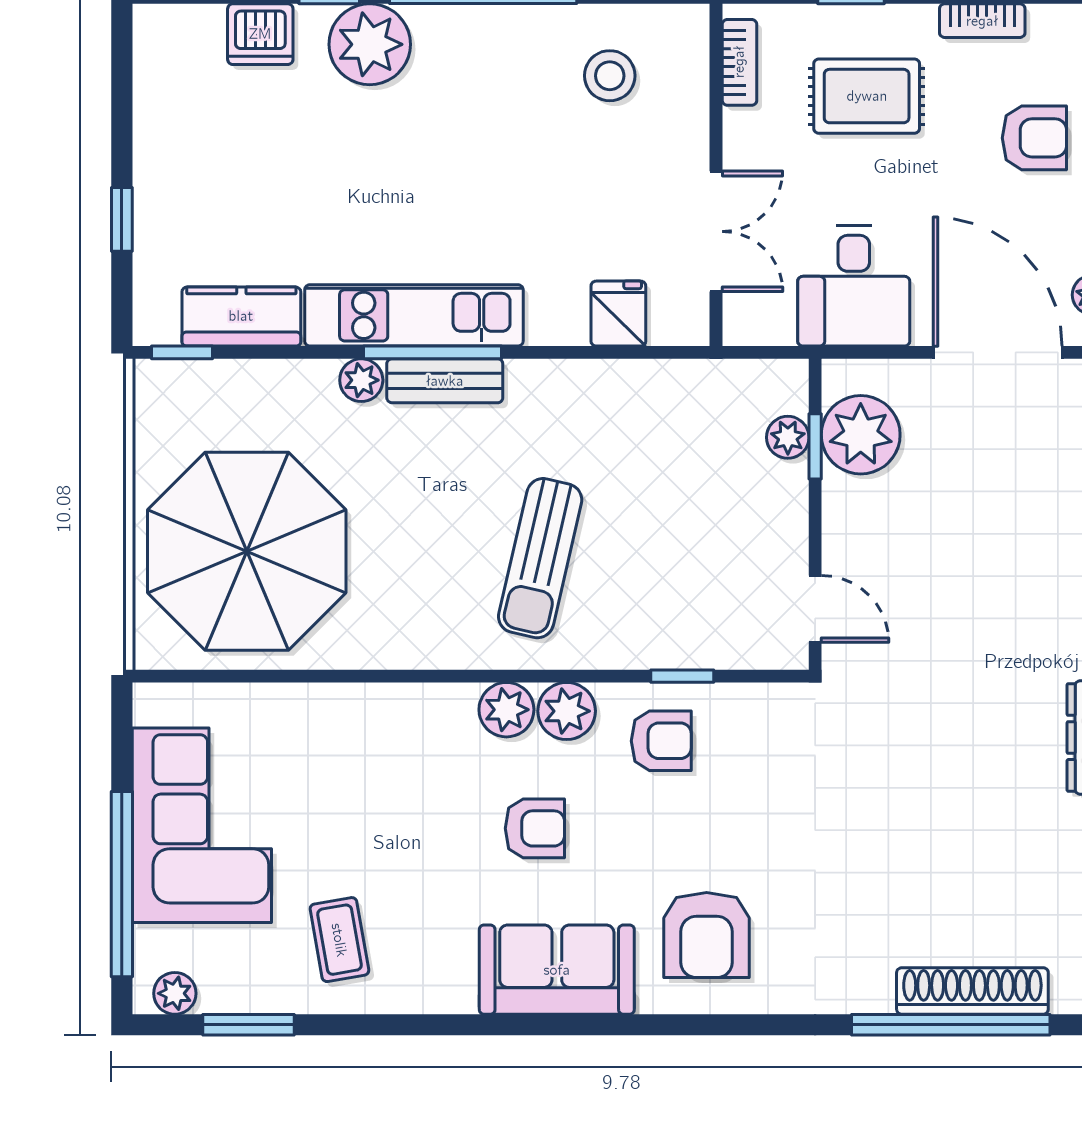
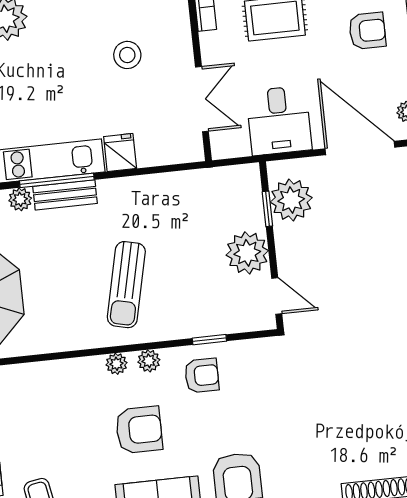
stool: (610, 76) -> (127, 55), moved
fridge: (618, 314) -> (120, 153), moved
plant: (788, 437) -> (247, 253), moved, width x1.88, depth x1.88
plant: (506, 710) -> (116, 364), width x0.73, depth x0.73
plant: (567, 711) -> (149, 361), width x0.73, depth x0.73
armchair: (535, 828) -> (139, 430), width x1.38, depth x1.38

